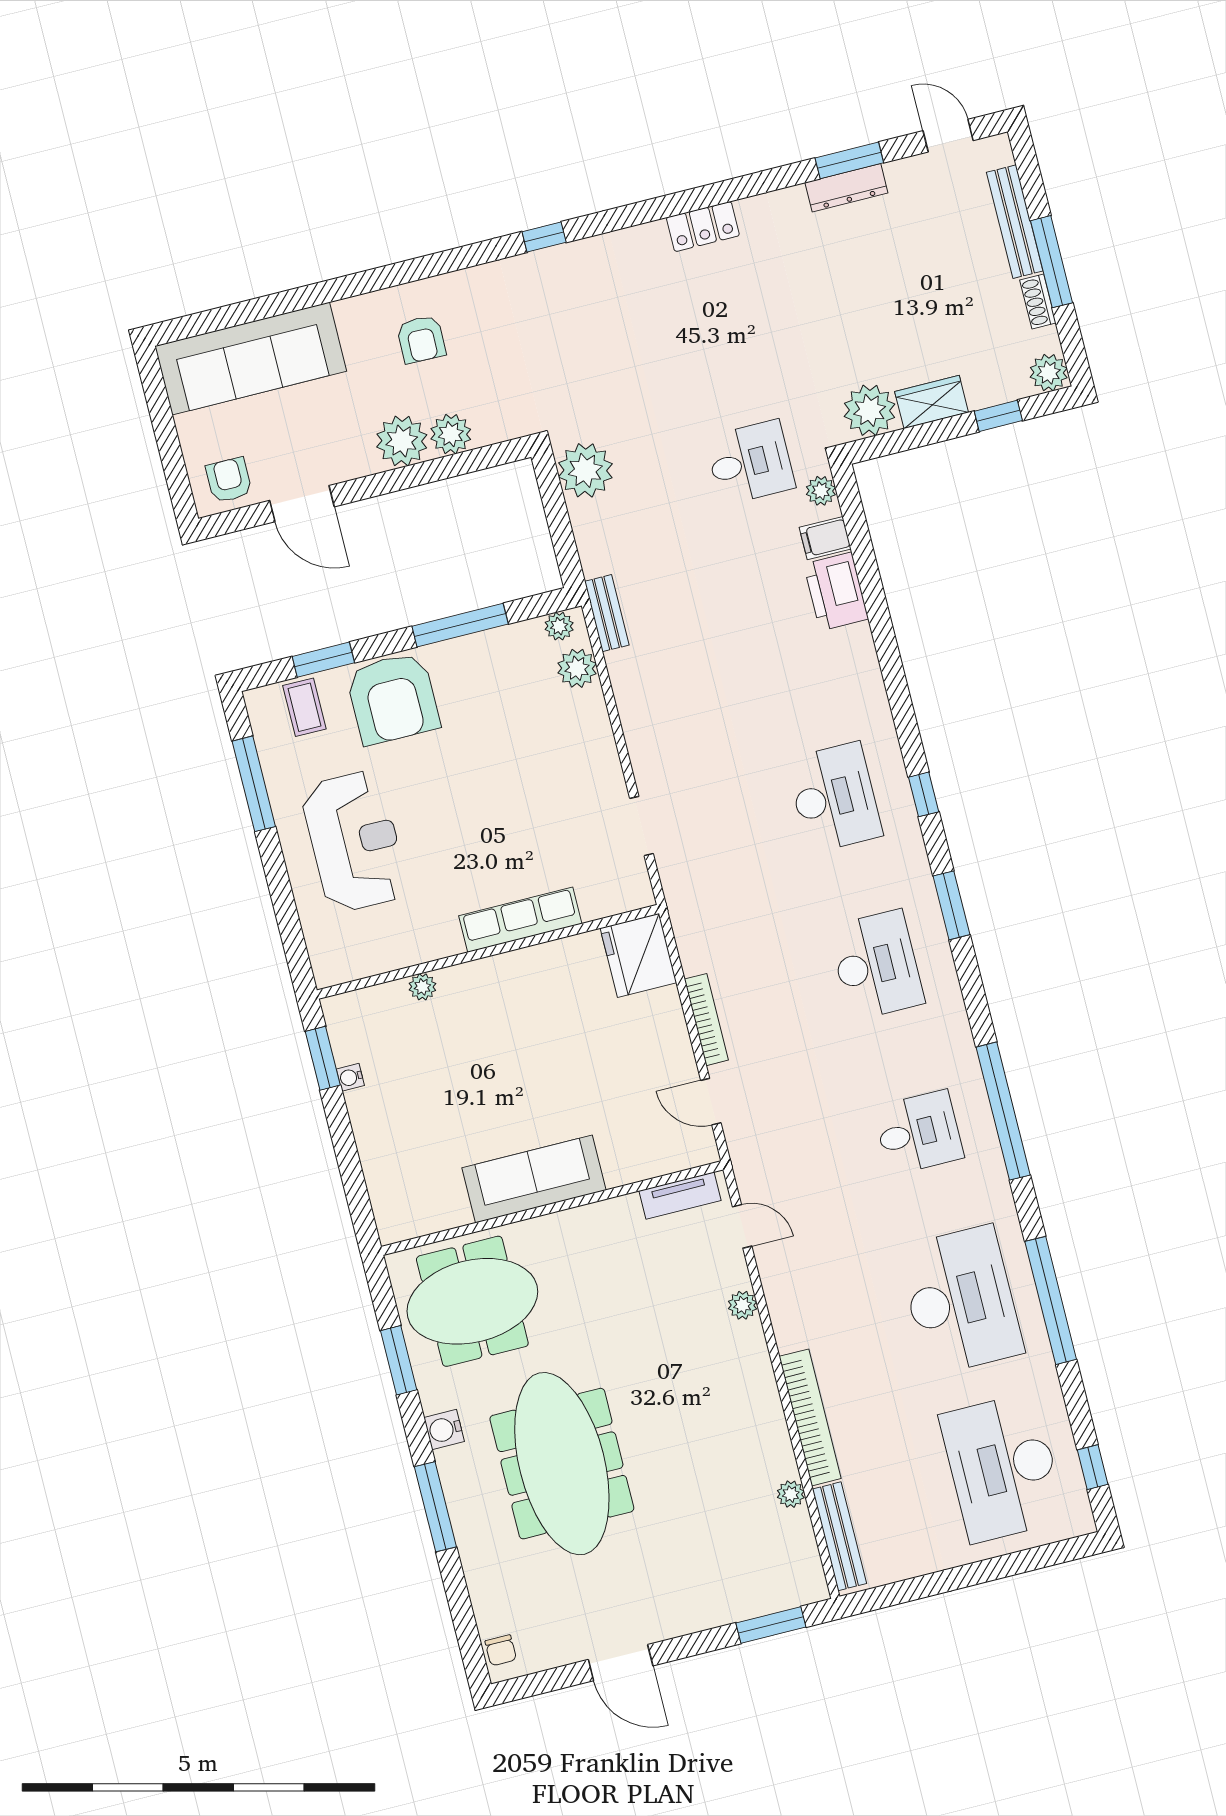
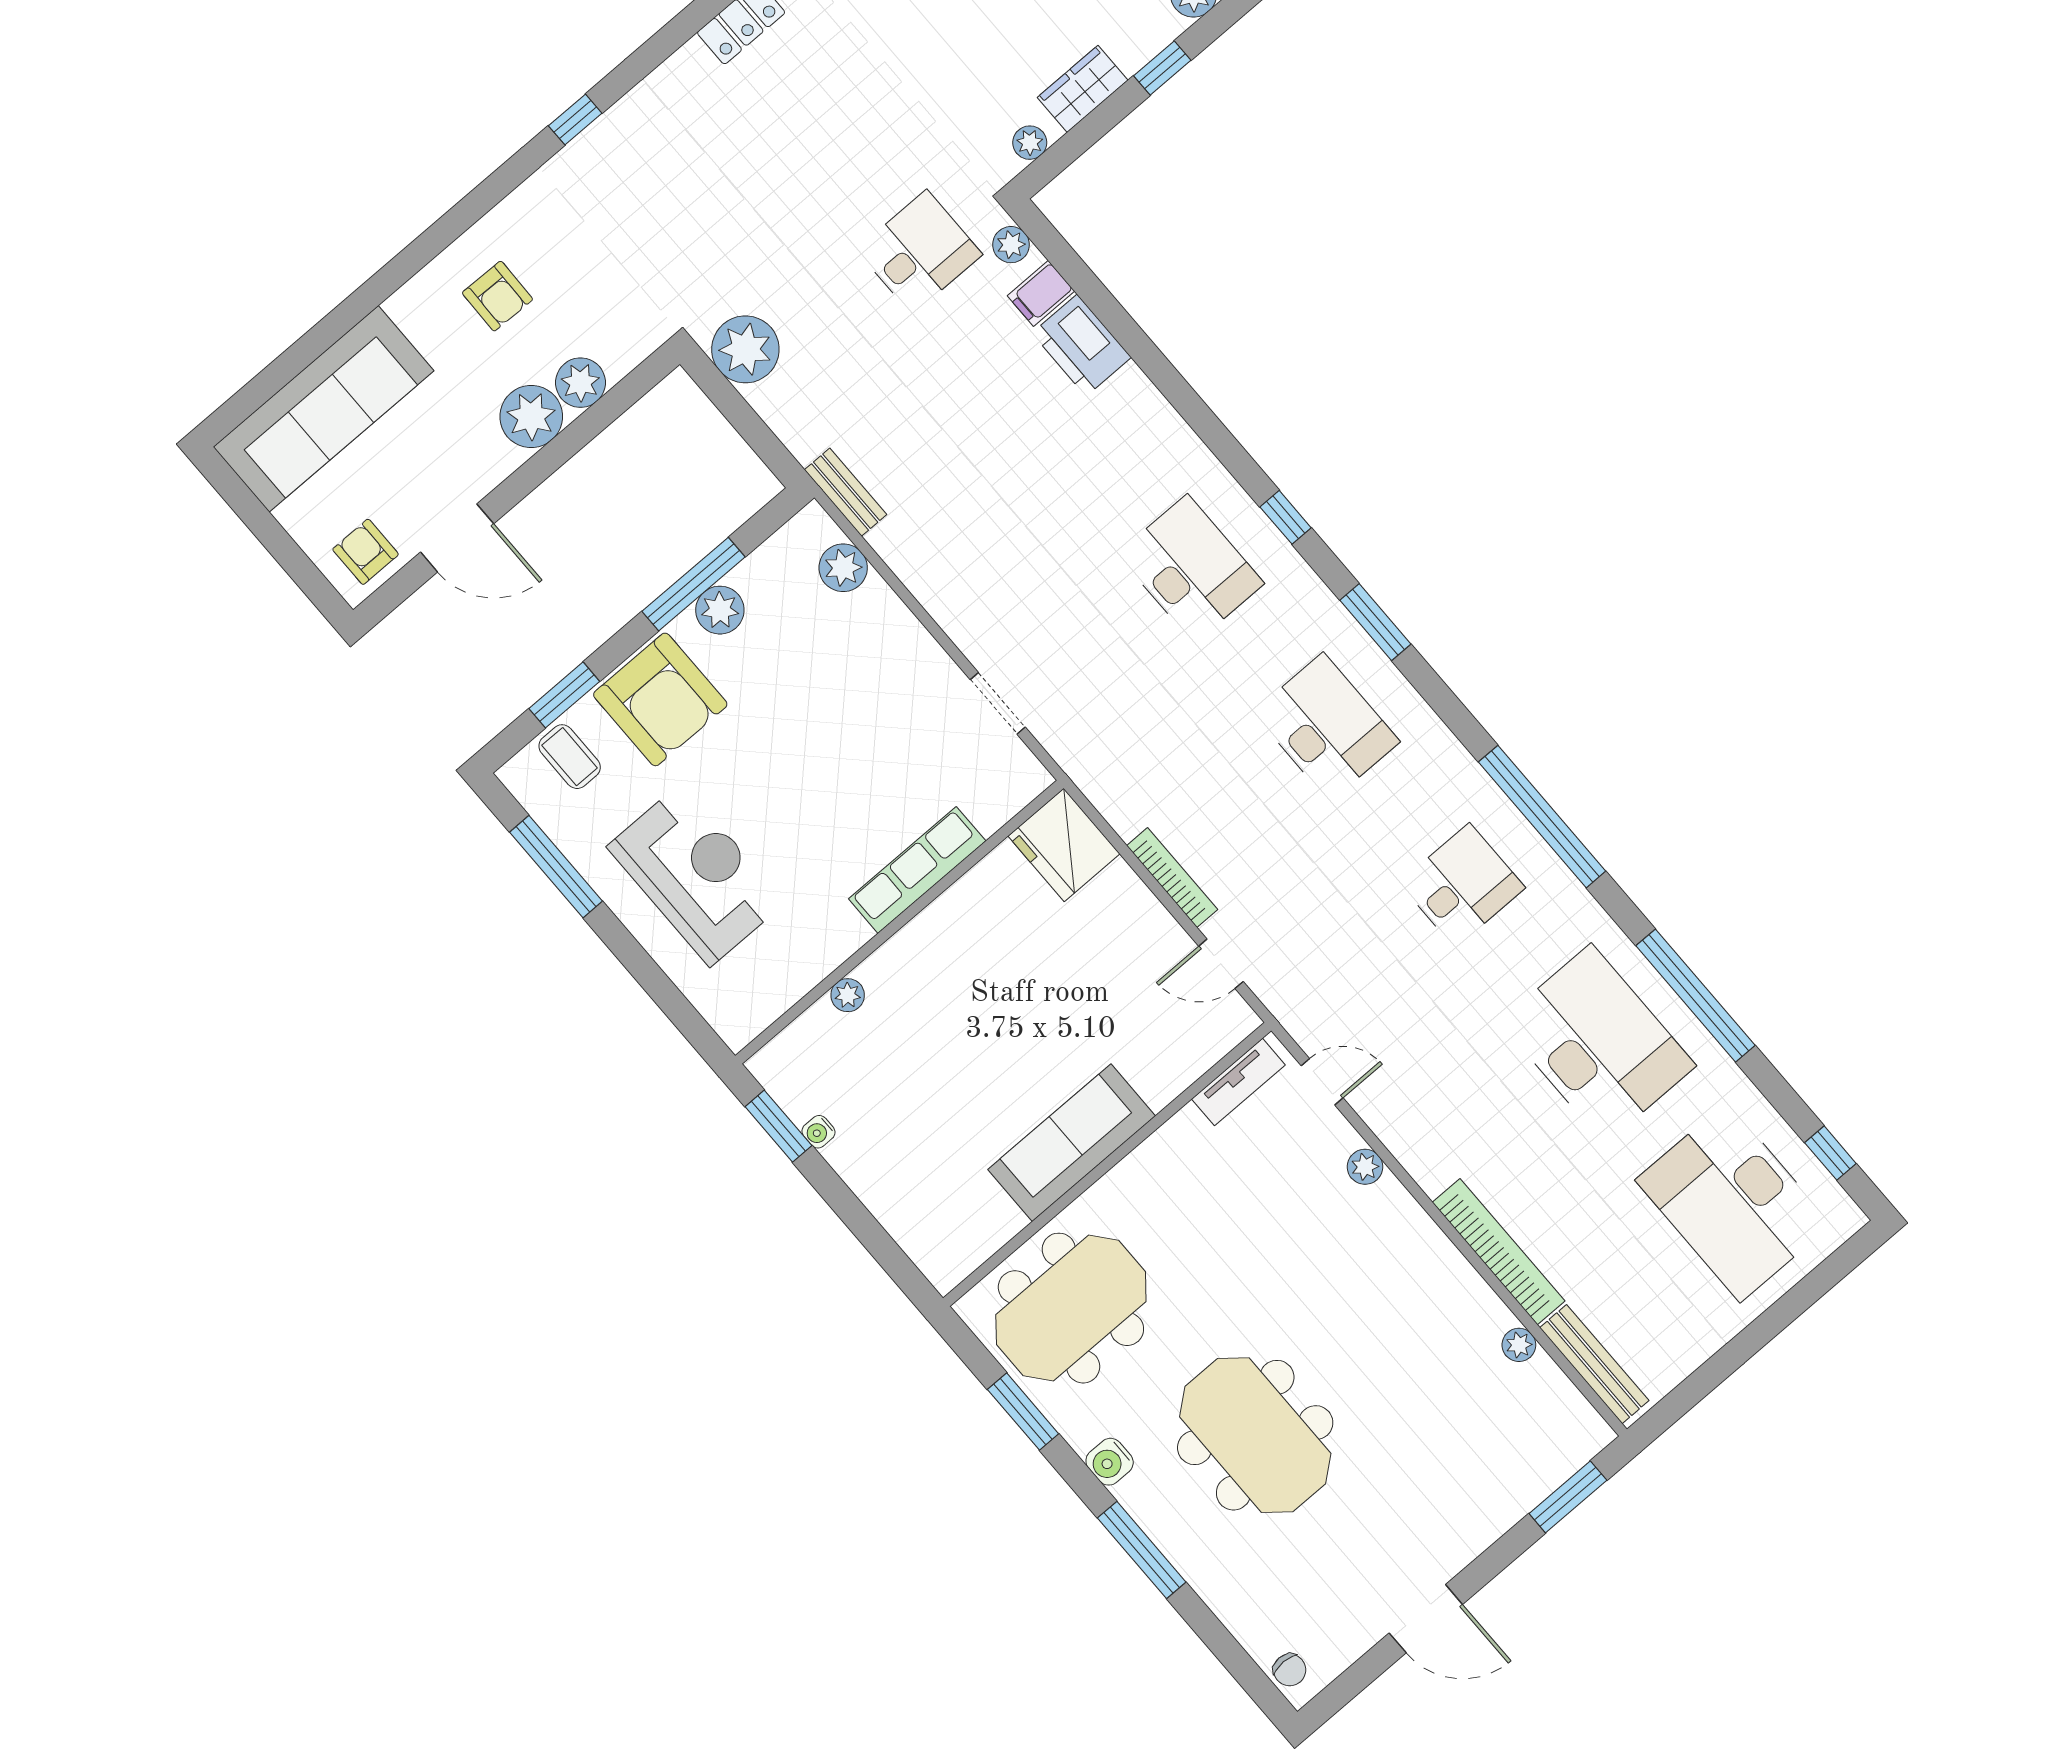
plant: (870, 410) -> (1030, 143), width x0.53, depth x0.53
plant: (559, 626) -> (720, 610), moved, width x1.38, depth x1.38
meeting table: (562, 1464) -> (1255, 1435), width x0.73

